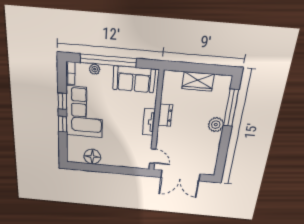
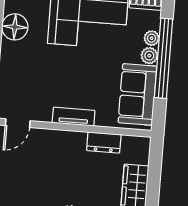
plant: (107, 71) -> (149, 56), added
dresser: (165, 115) -> (104, 142), moved

